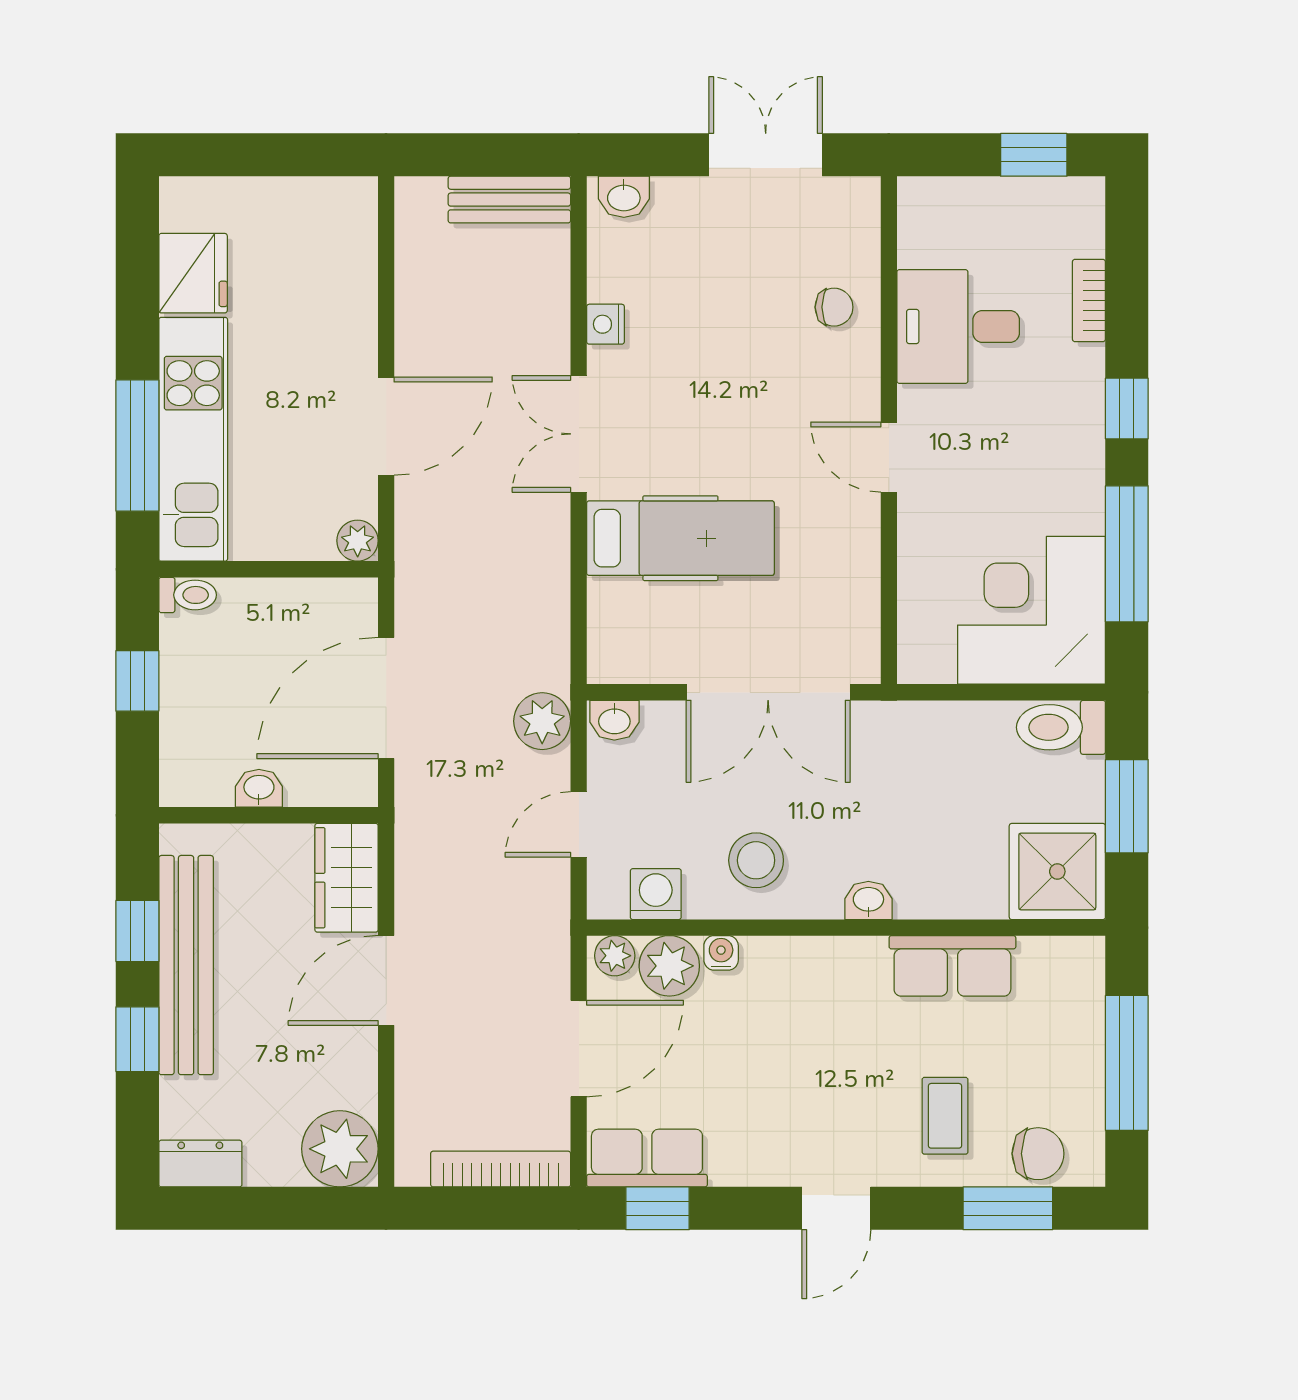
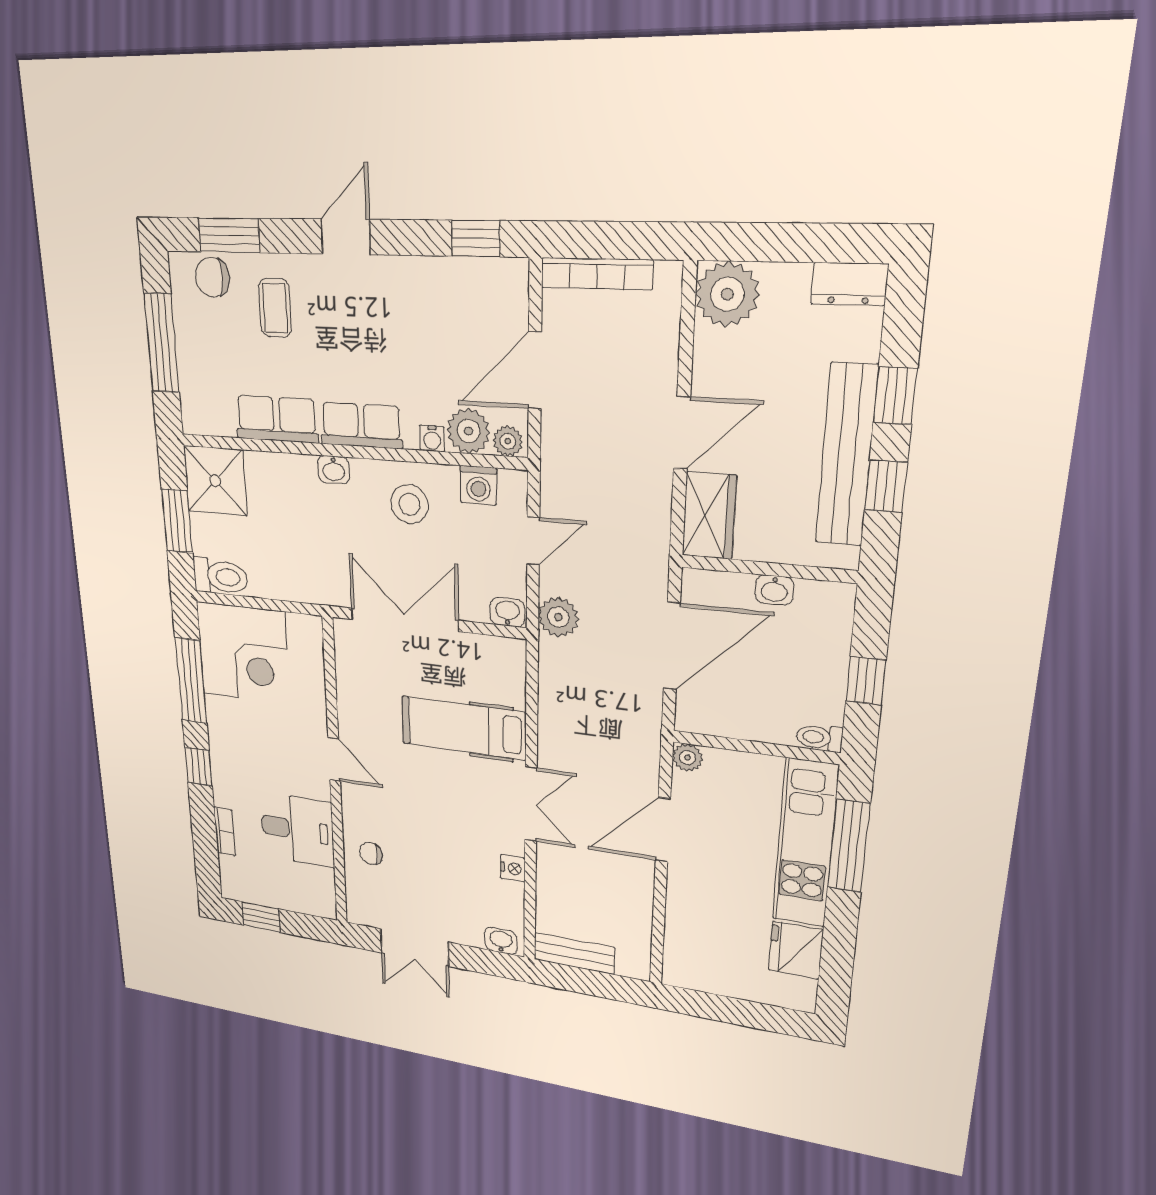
row of seats: (647, 1158) -> (361, 425), moved, turned 180

